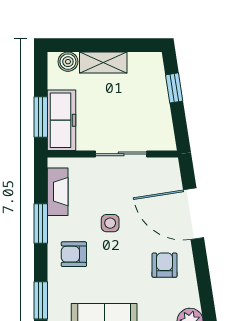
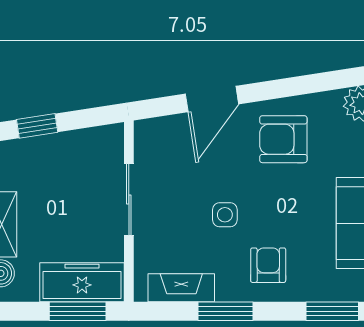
door: (193, 214) -> (212, 99), width x0.73
armchair: (74, 254) -> (268, 265), turned 180
armchair: (165, 265) -> (283, 139), width x1.38, depth x1.38

